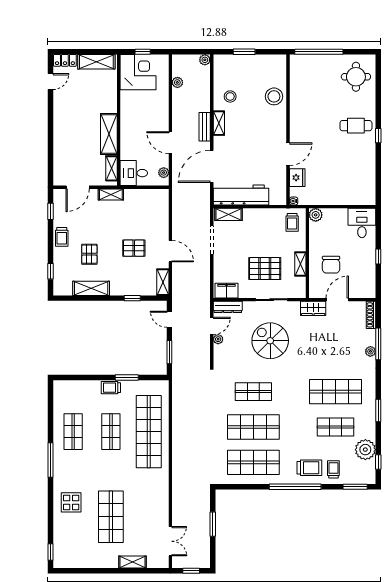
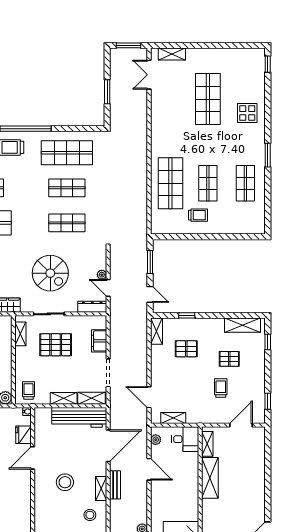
stool: (274, 96) -> (65, 482), moved
shelving: (111, 194) -> (173, 418), moved
shelving: (257, 214) -> (64, 398), added
trolley: (62, 237) -> (221, 388), moved
pallet: (134, 248) -> (186, 349), moved
door: (170, 251) -> (149, 397), moved
pallet: (89, 254) -> (229, 359), turned 90
shelving: (300, 264) -> (20, 334), moved
shelving: (91, 288) -> (242, 325), moved
filing cabinet: (226, 291) -> (99, 341), moved, turned 90
door: (212, 326) -> (108, 288), hinge flipped
window: (127, 377) -> (192, 237), removed
trolley: (111, 388) -> (198, 215), moved
shop shelf: (253, 427) -> (67, 188), width x0.70, depth x0.74
shop shelf: (149, 432) -> (170, 183), width x0.71
window: (50, 460) -> (268, 155), width x0.69
shelving: (132, 562) -> (172, 54), moved
window: (191, 571) -> (128, 45), width x1.50

